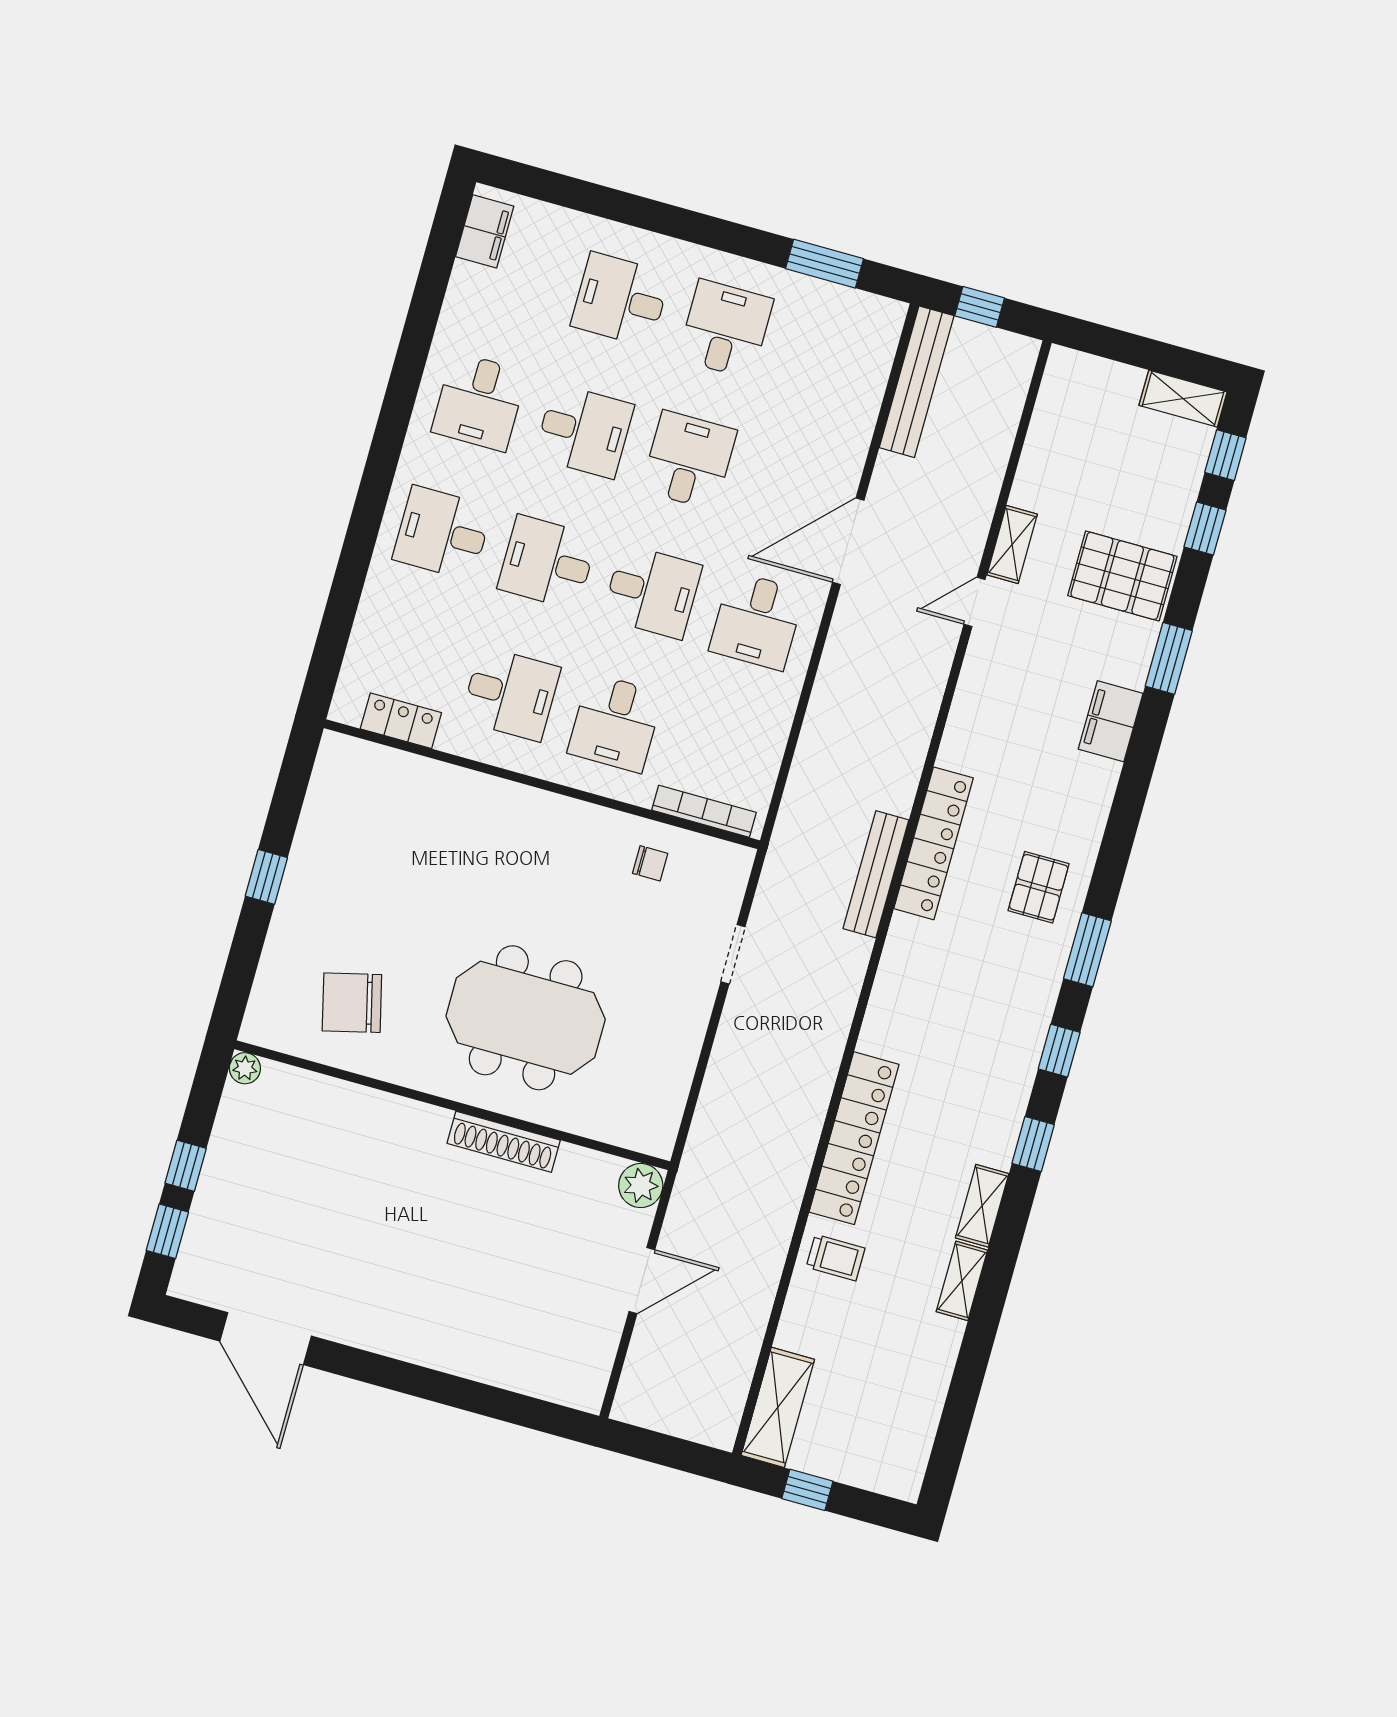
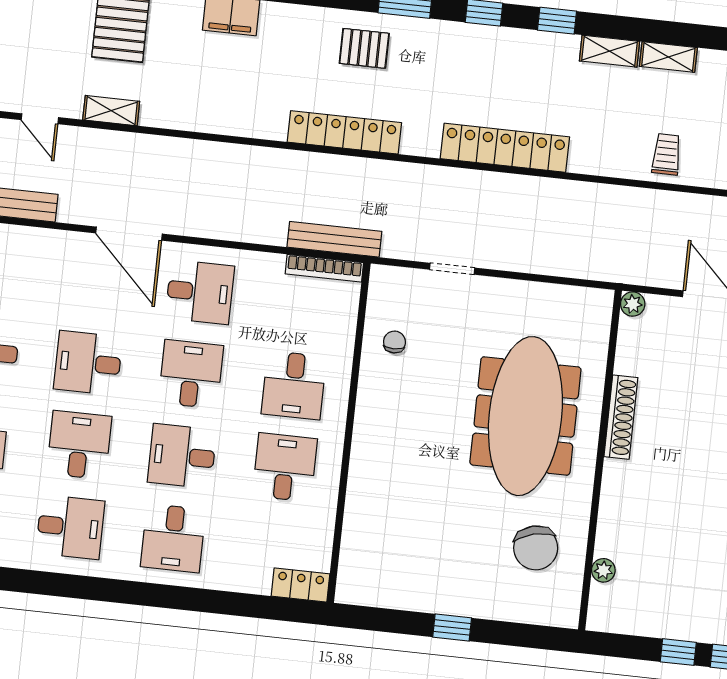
desk: (547, 562) -> (182, 456), turned 90
door: (975, 602) -> (40, 119), moved
locker: (401, 721) -> (300, 585), moved, turned 90
desk: (615, 723) -> (294, 385), turned 90
bookcase: (704, 811) -> (324, 268), moved, turned -90
bench: (876, 874) -> (334, 239), moved
meeting table: (526, 1018) -> (525, 416), width x1.36
plant: (245, 1068) -> (603, 570), moved
locker: (854, 1138) -> (505, 148), moved
plant: (641, 1186) -> (633, 304), width x0.73, depth x0.73

